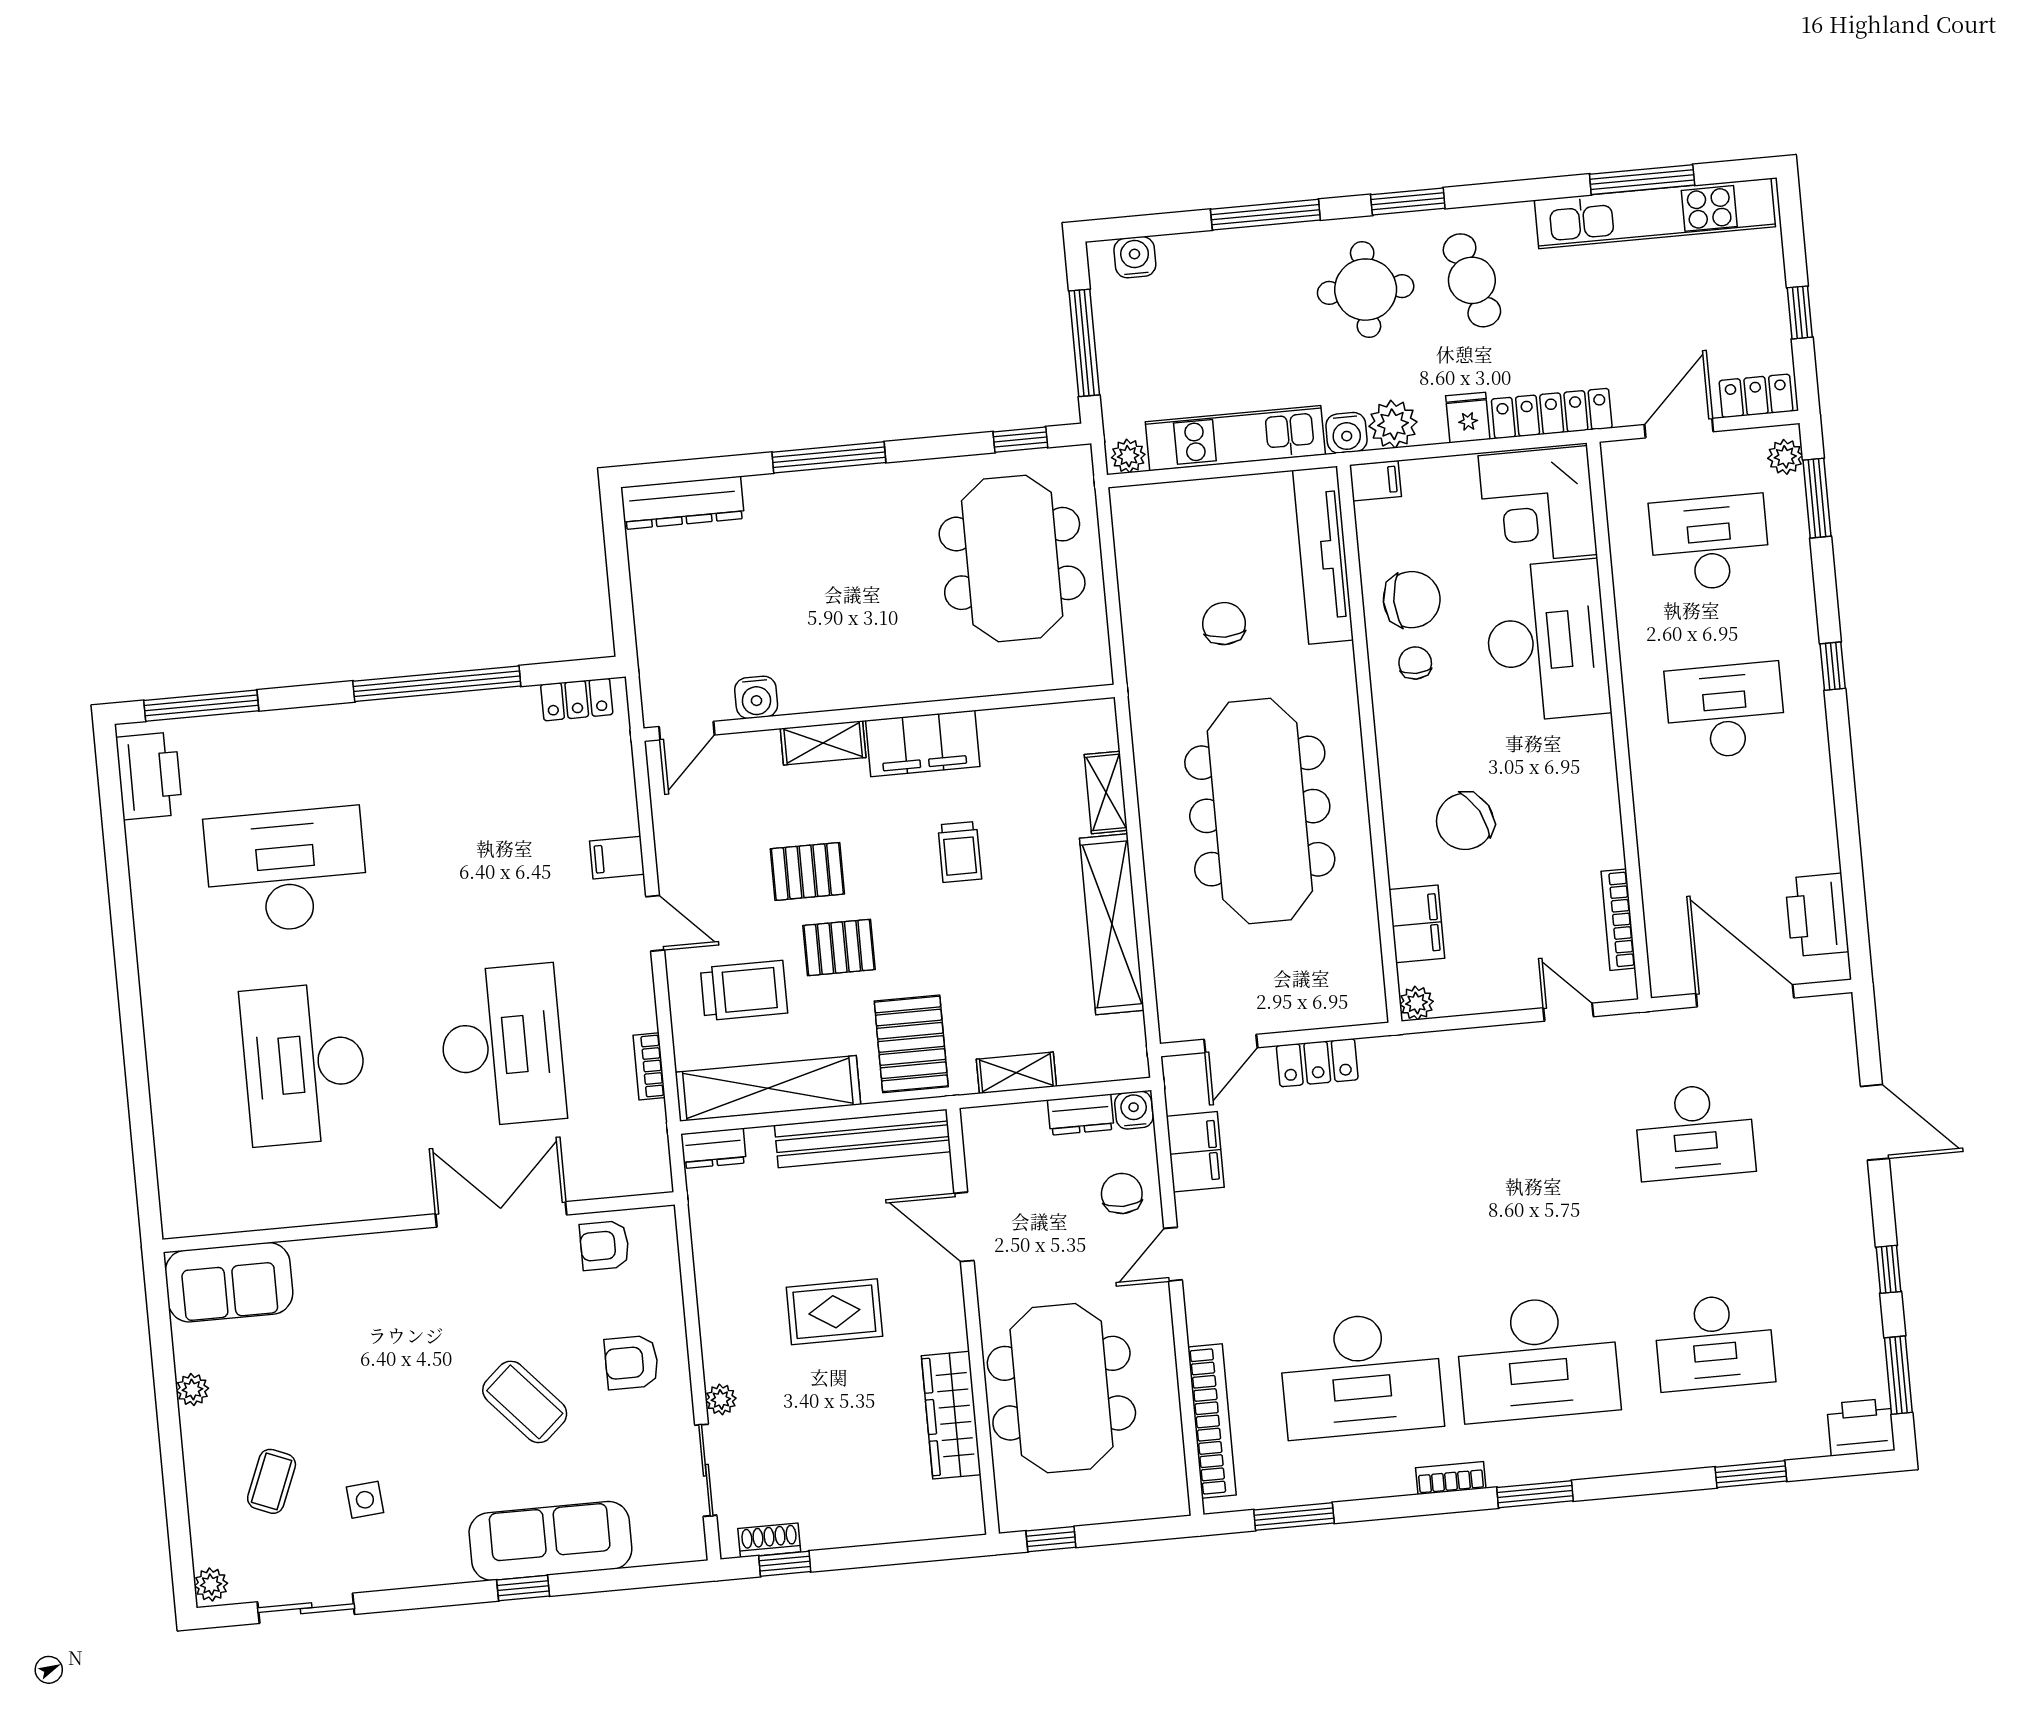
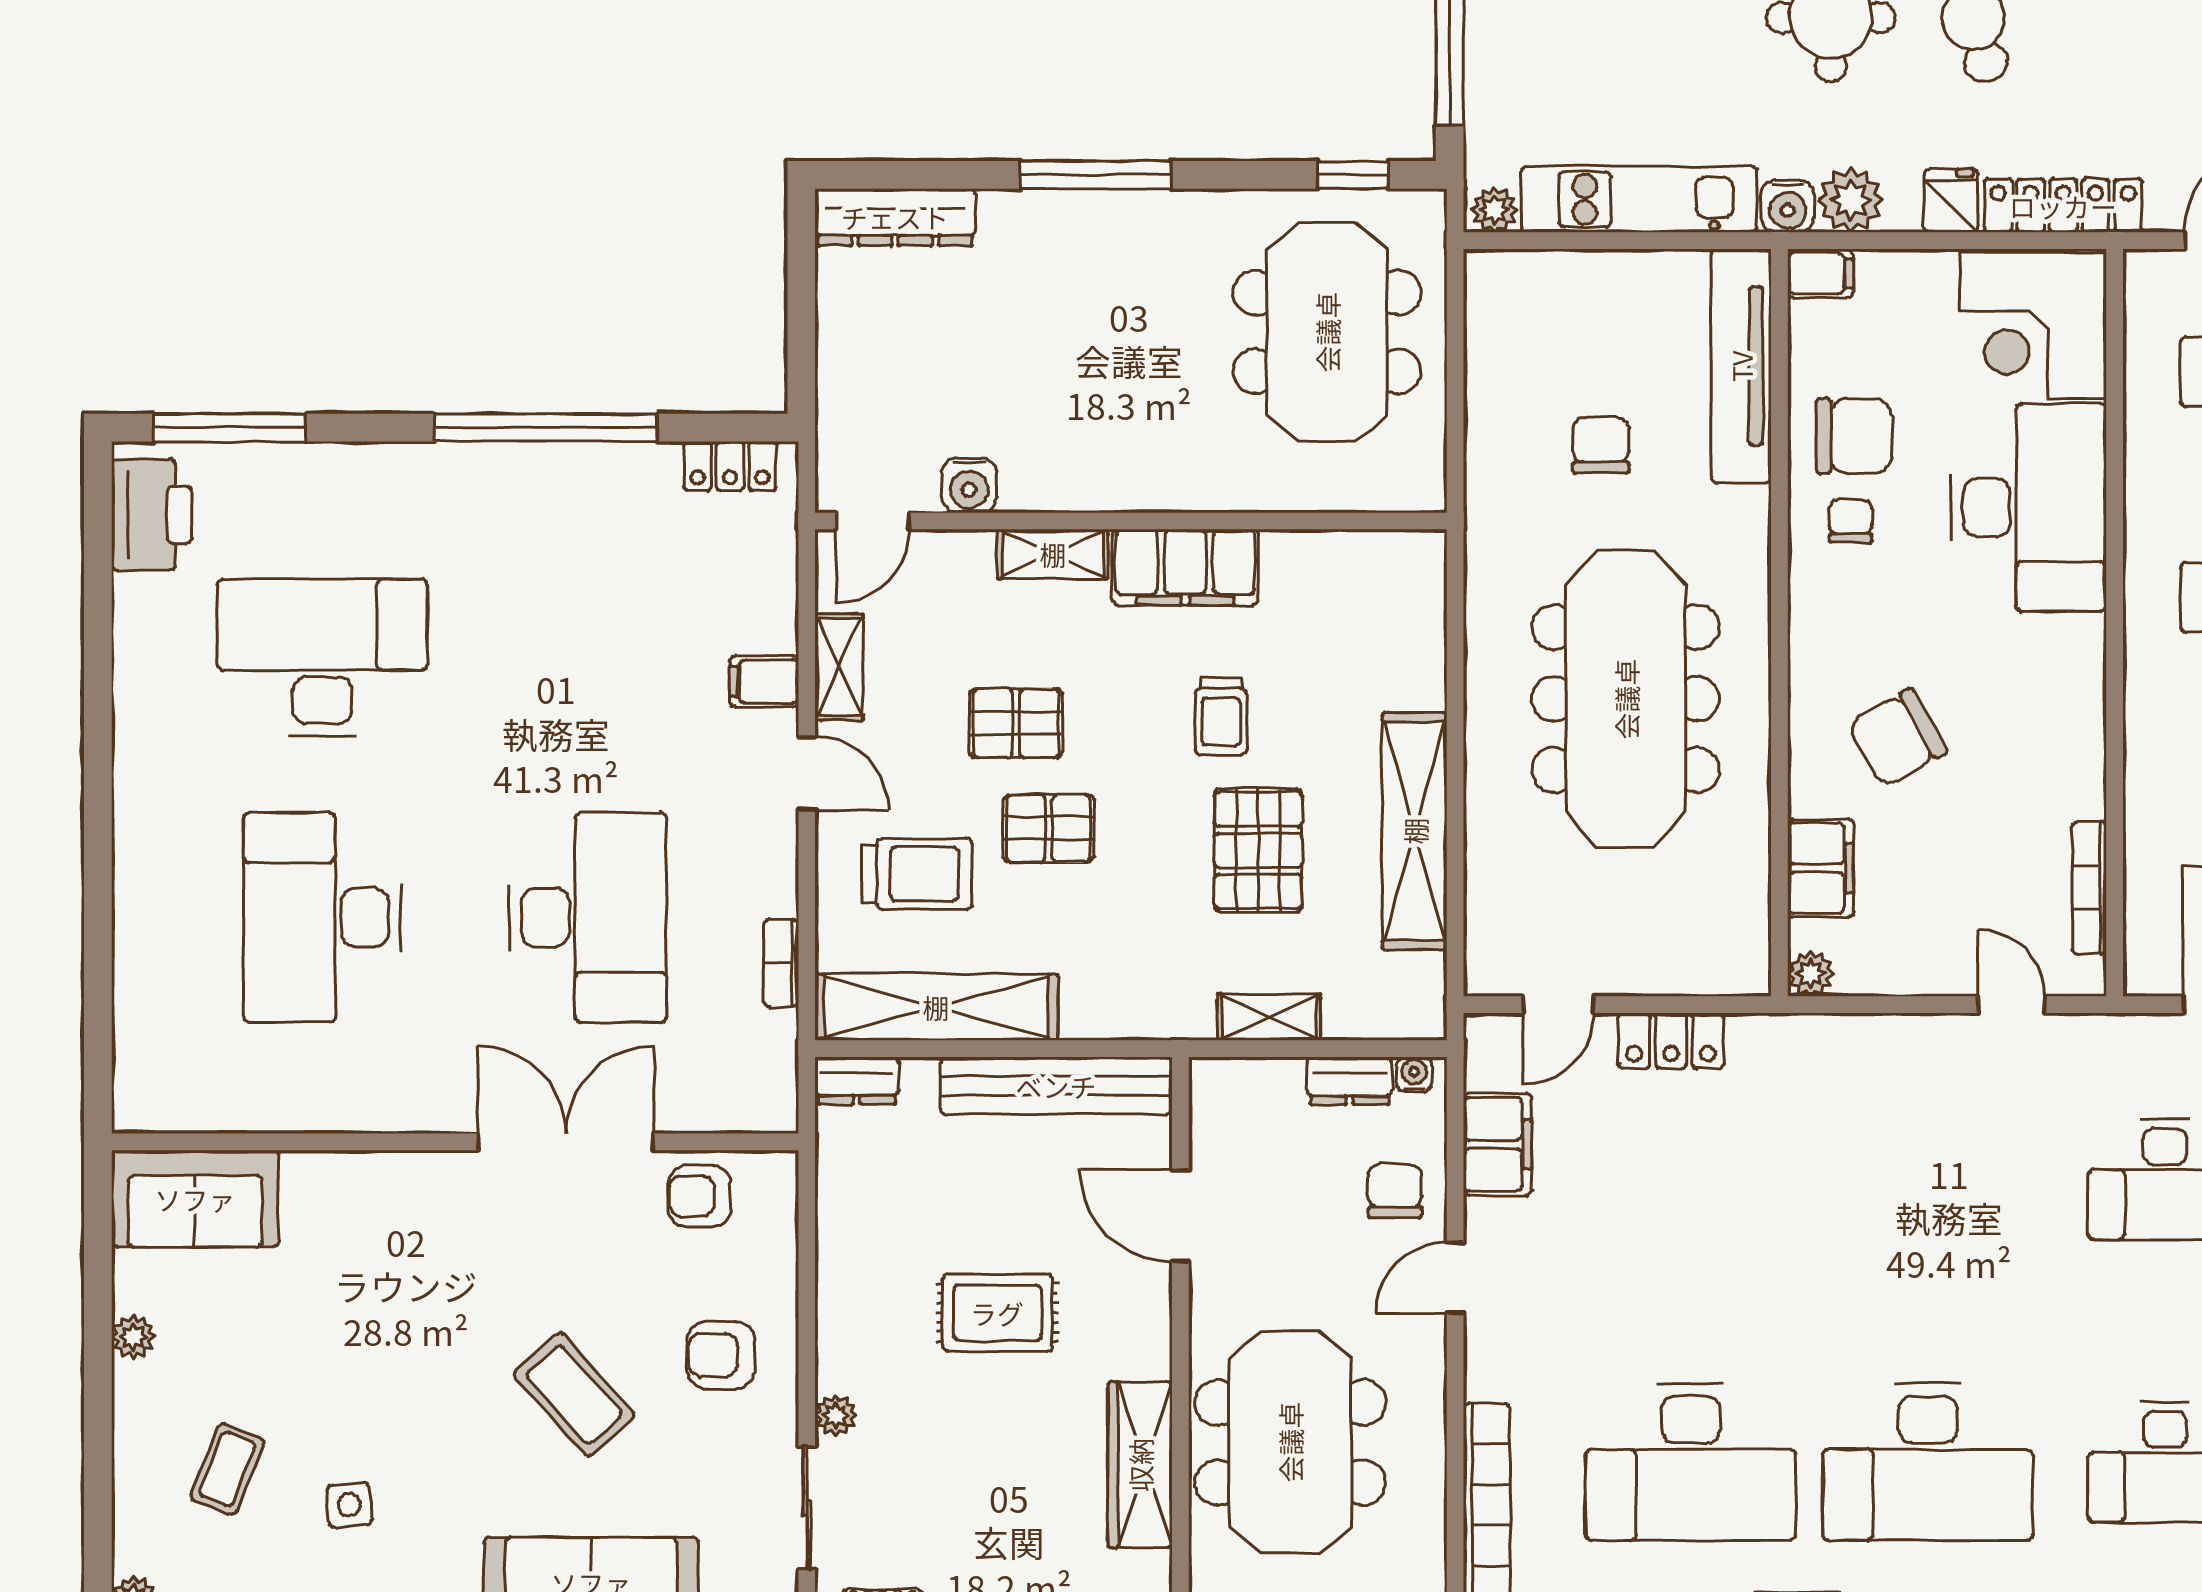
shelving: (1106, 792) -> (839, 667), moved
pallet: (911, 1044) -> (1258, 850), moved
water cooler: (1134, 1110) -> (1414, 1075), width x0.72, depth x0.72

